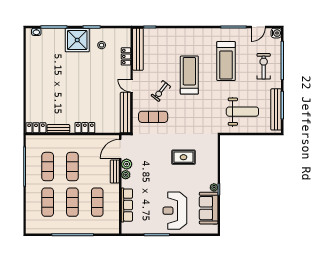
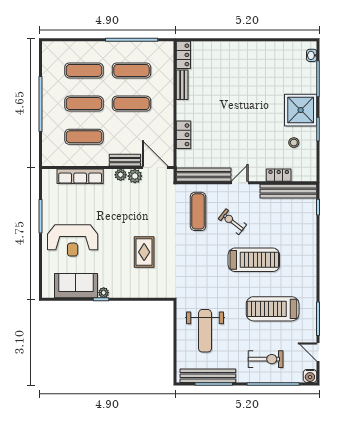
locker: (85, 128) -> (183, 135), moved
reception desk: (175, 211) -> (73, 240), turned 180

